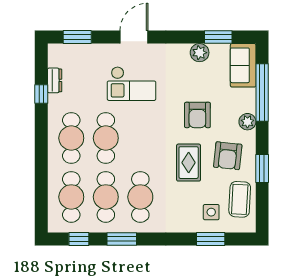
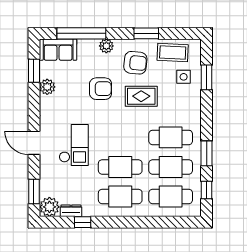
plant: (59, 55) -> (49, 207), added

